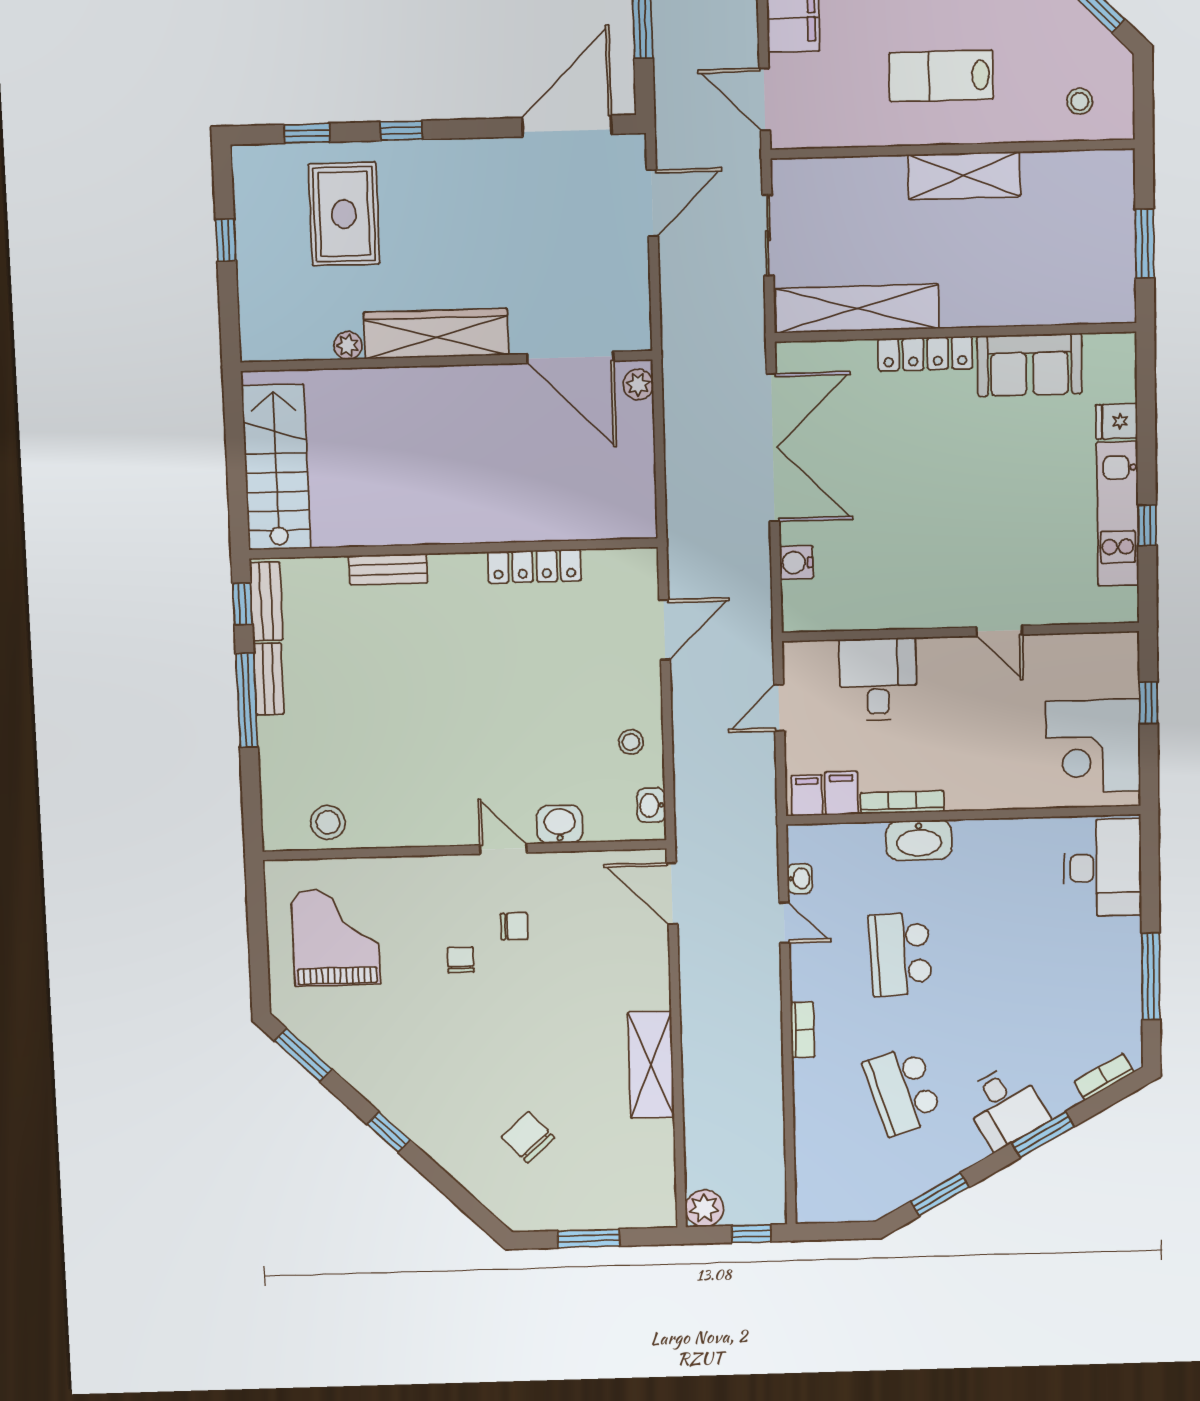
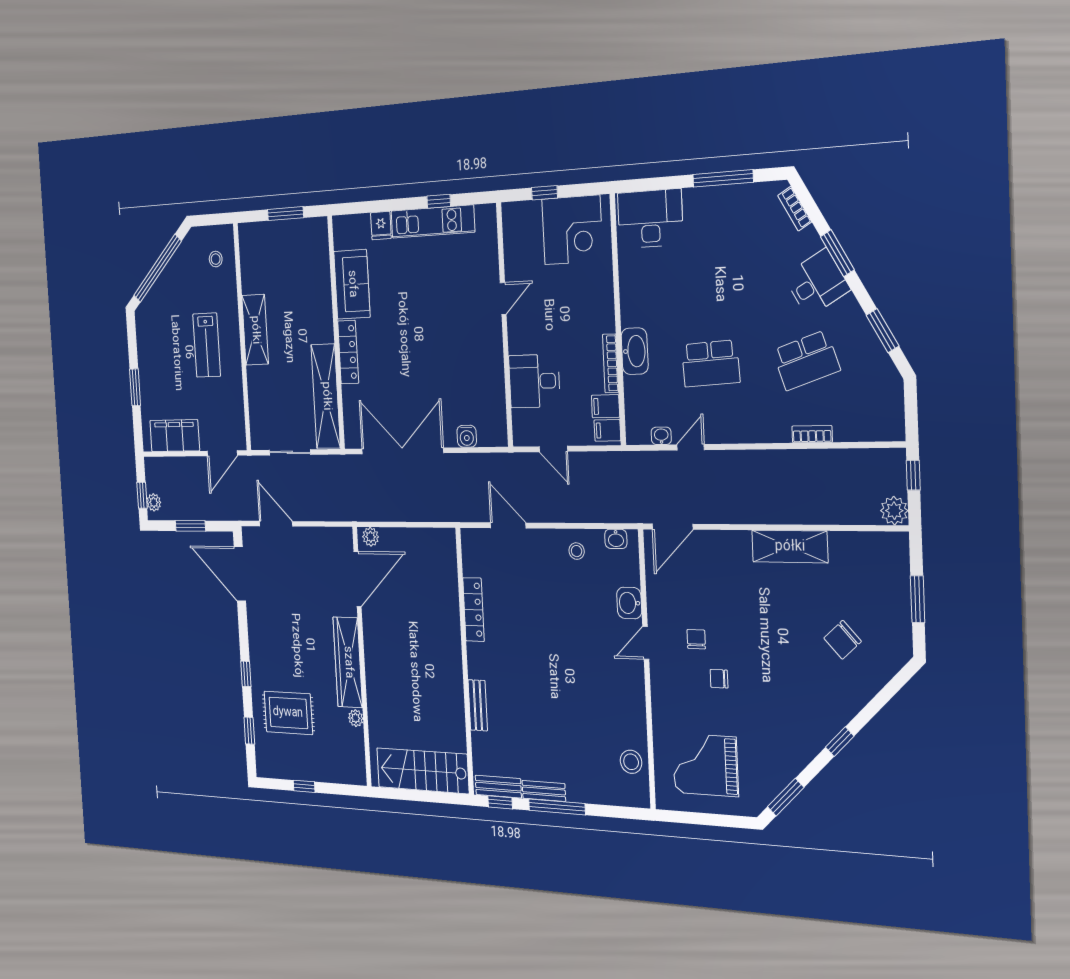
bookcase: (802, 1030) -> (812, 434), moved

